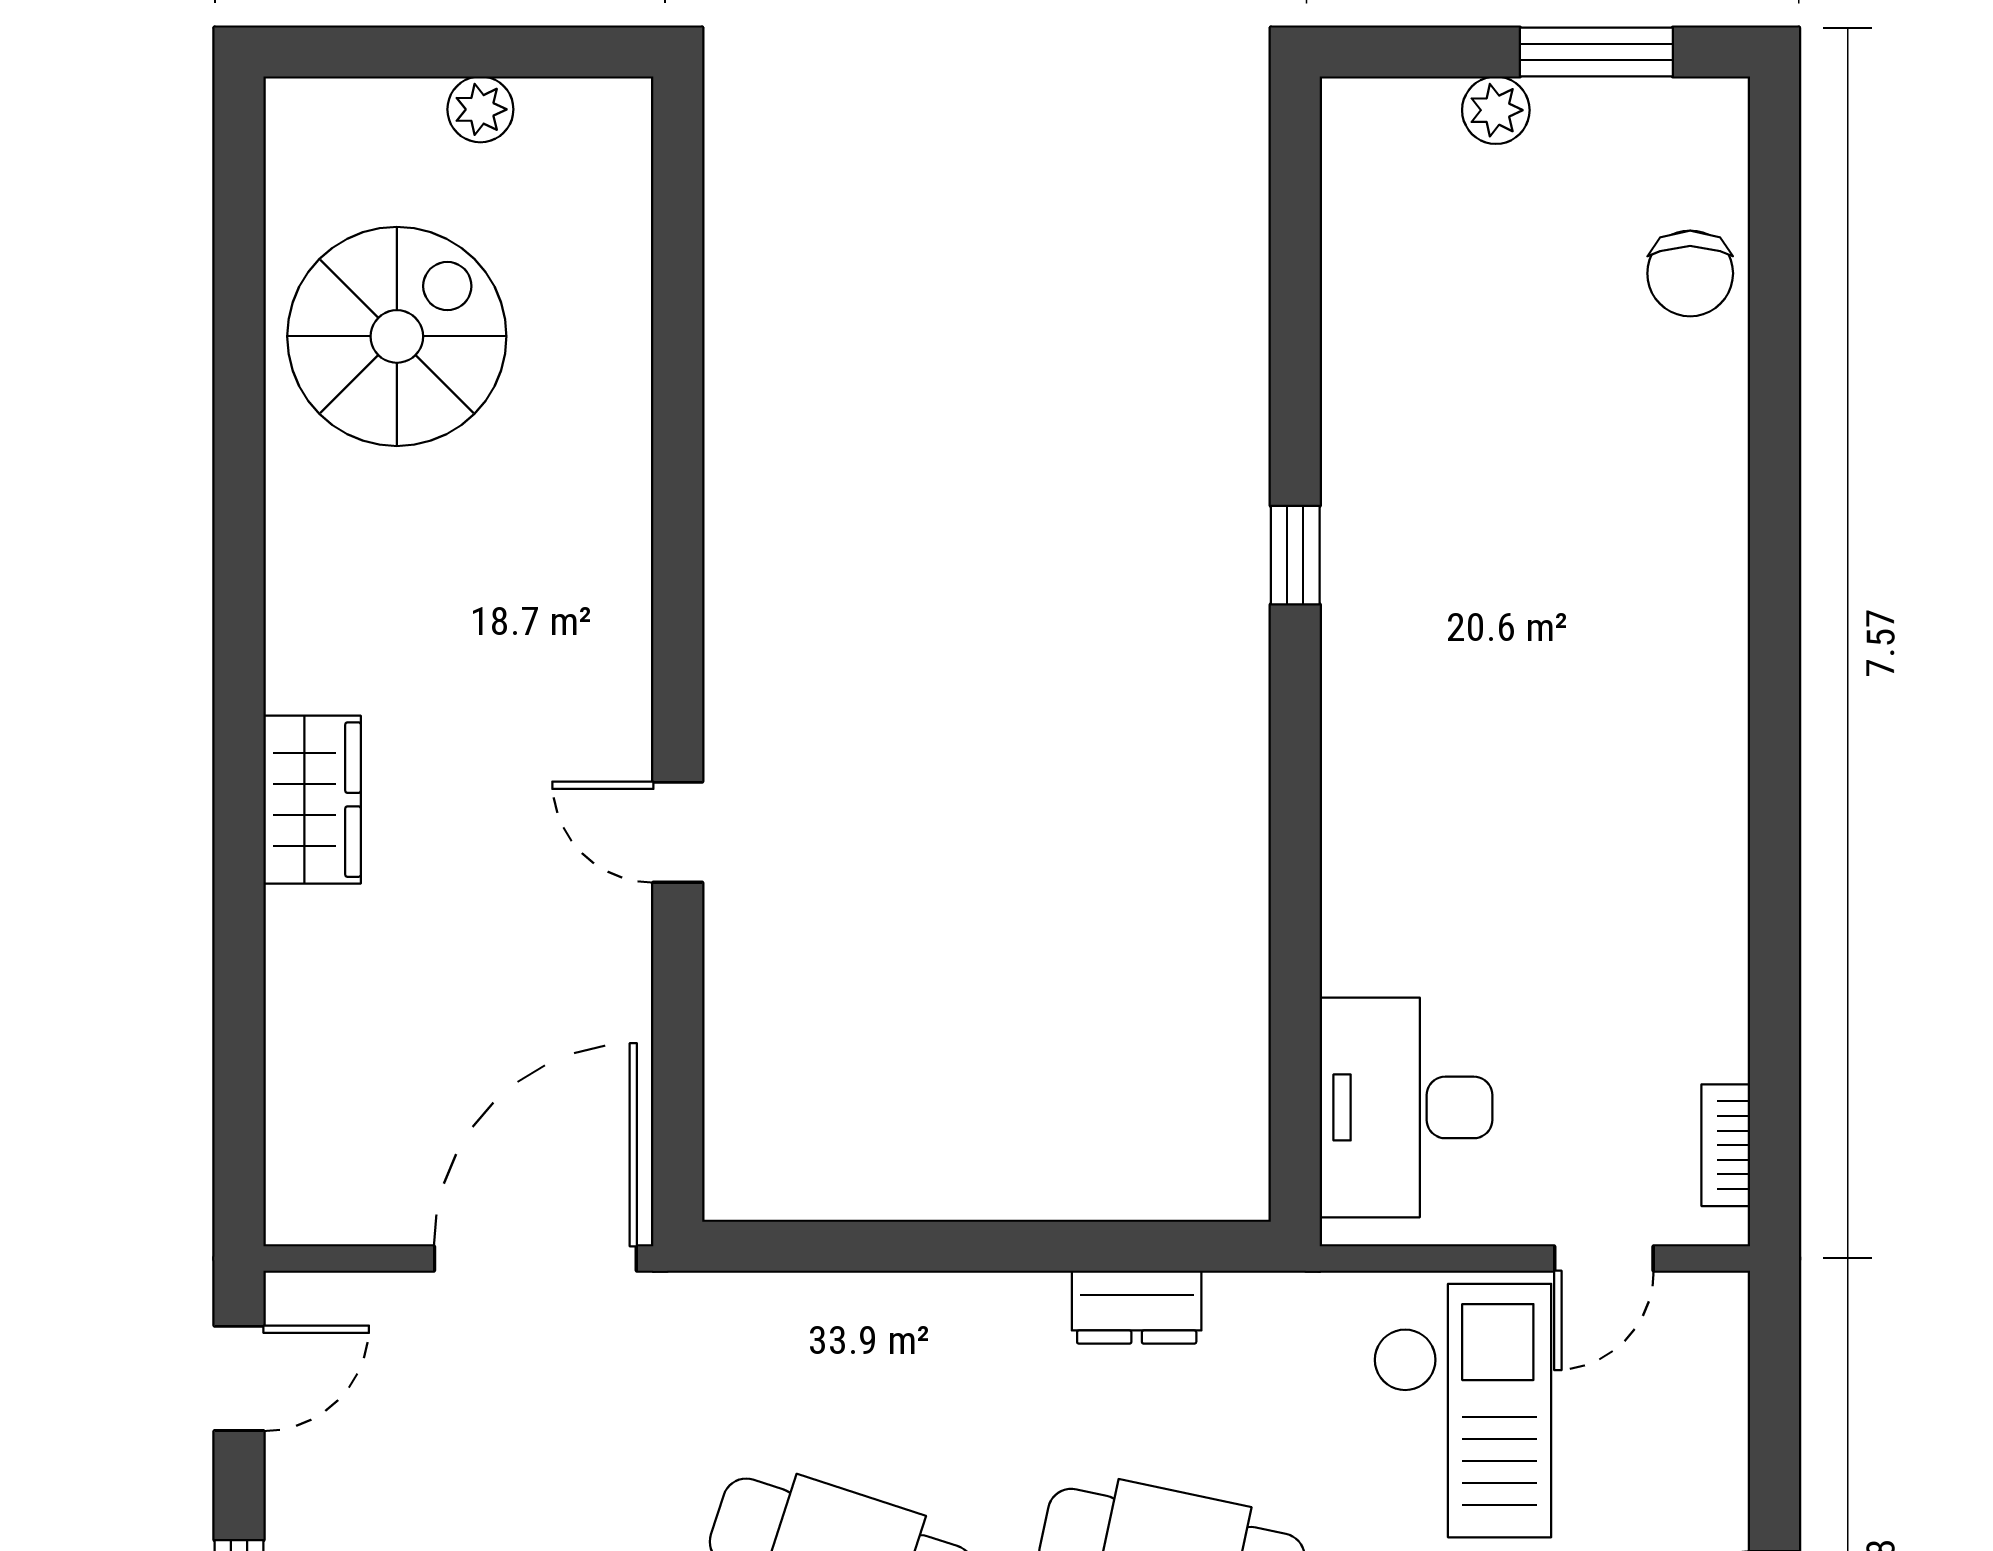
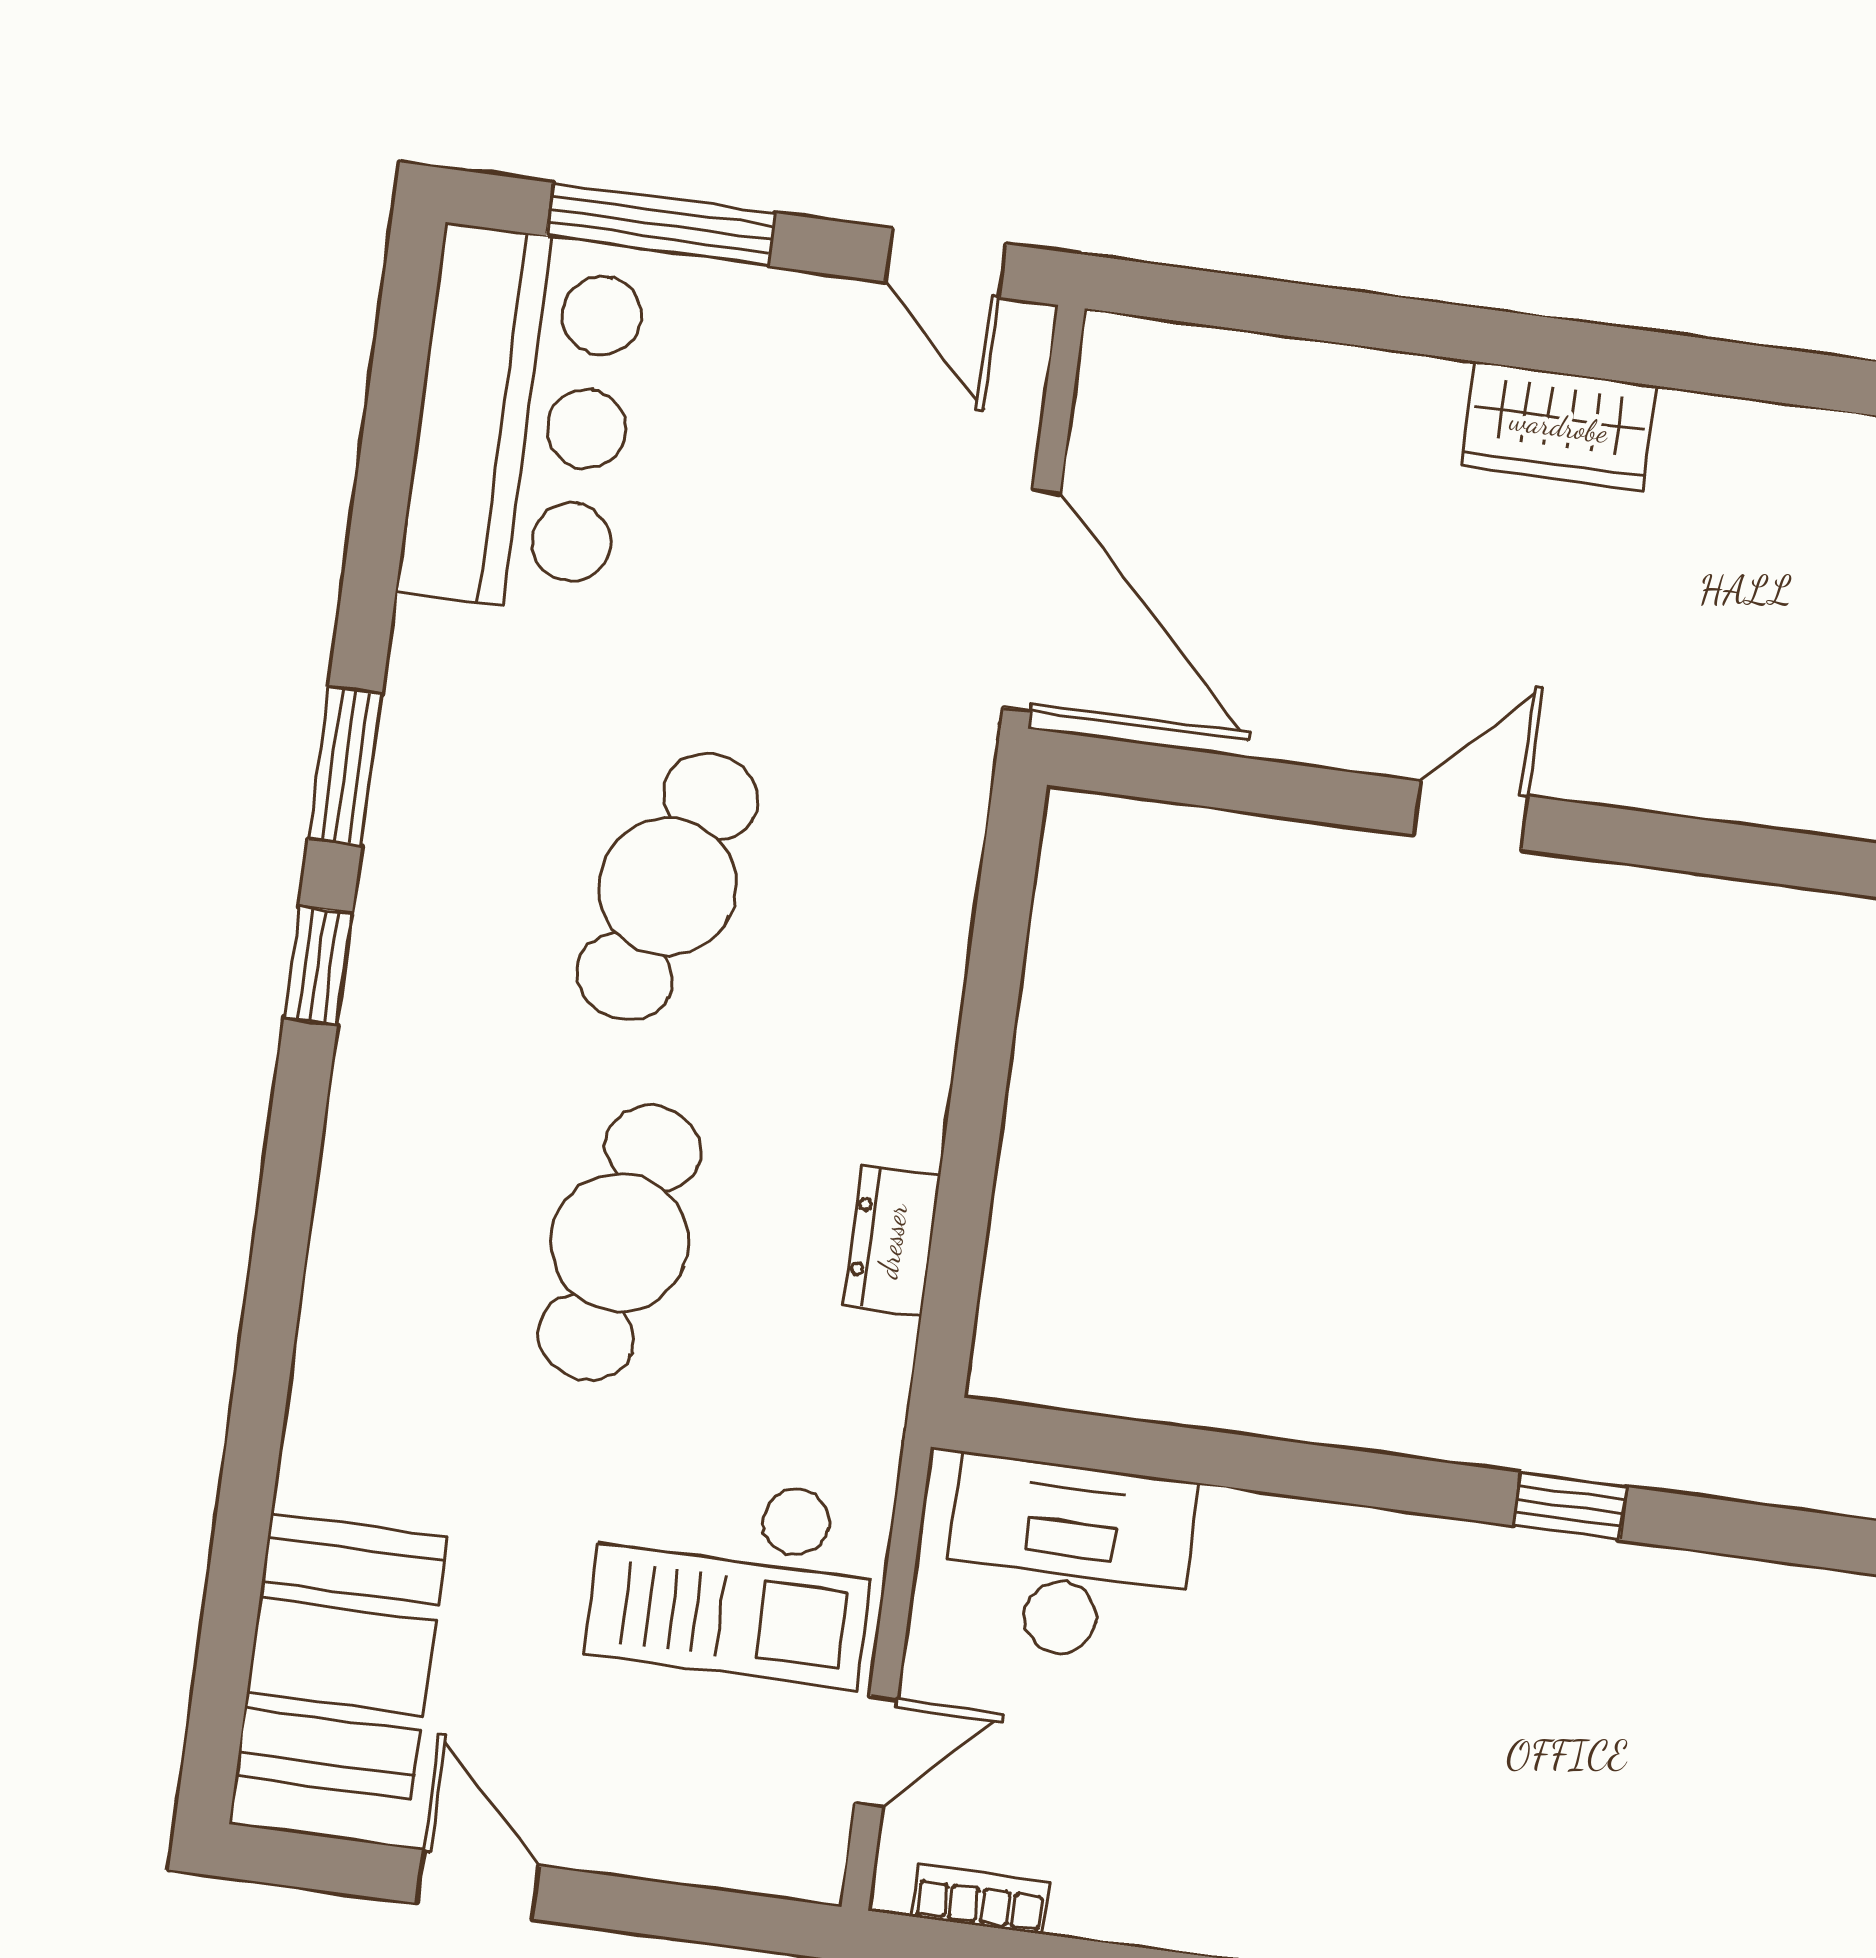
window: (1295, 555) -> (1570, 1506), moved
door: (1604, 1258) -> (876, 1751), swing flipped

